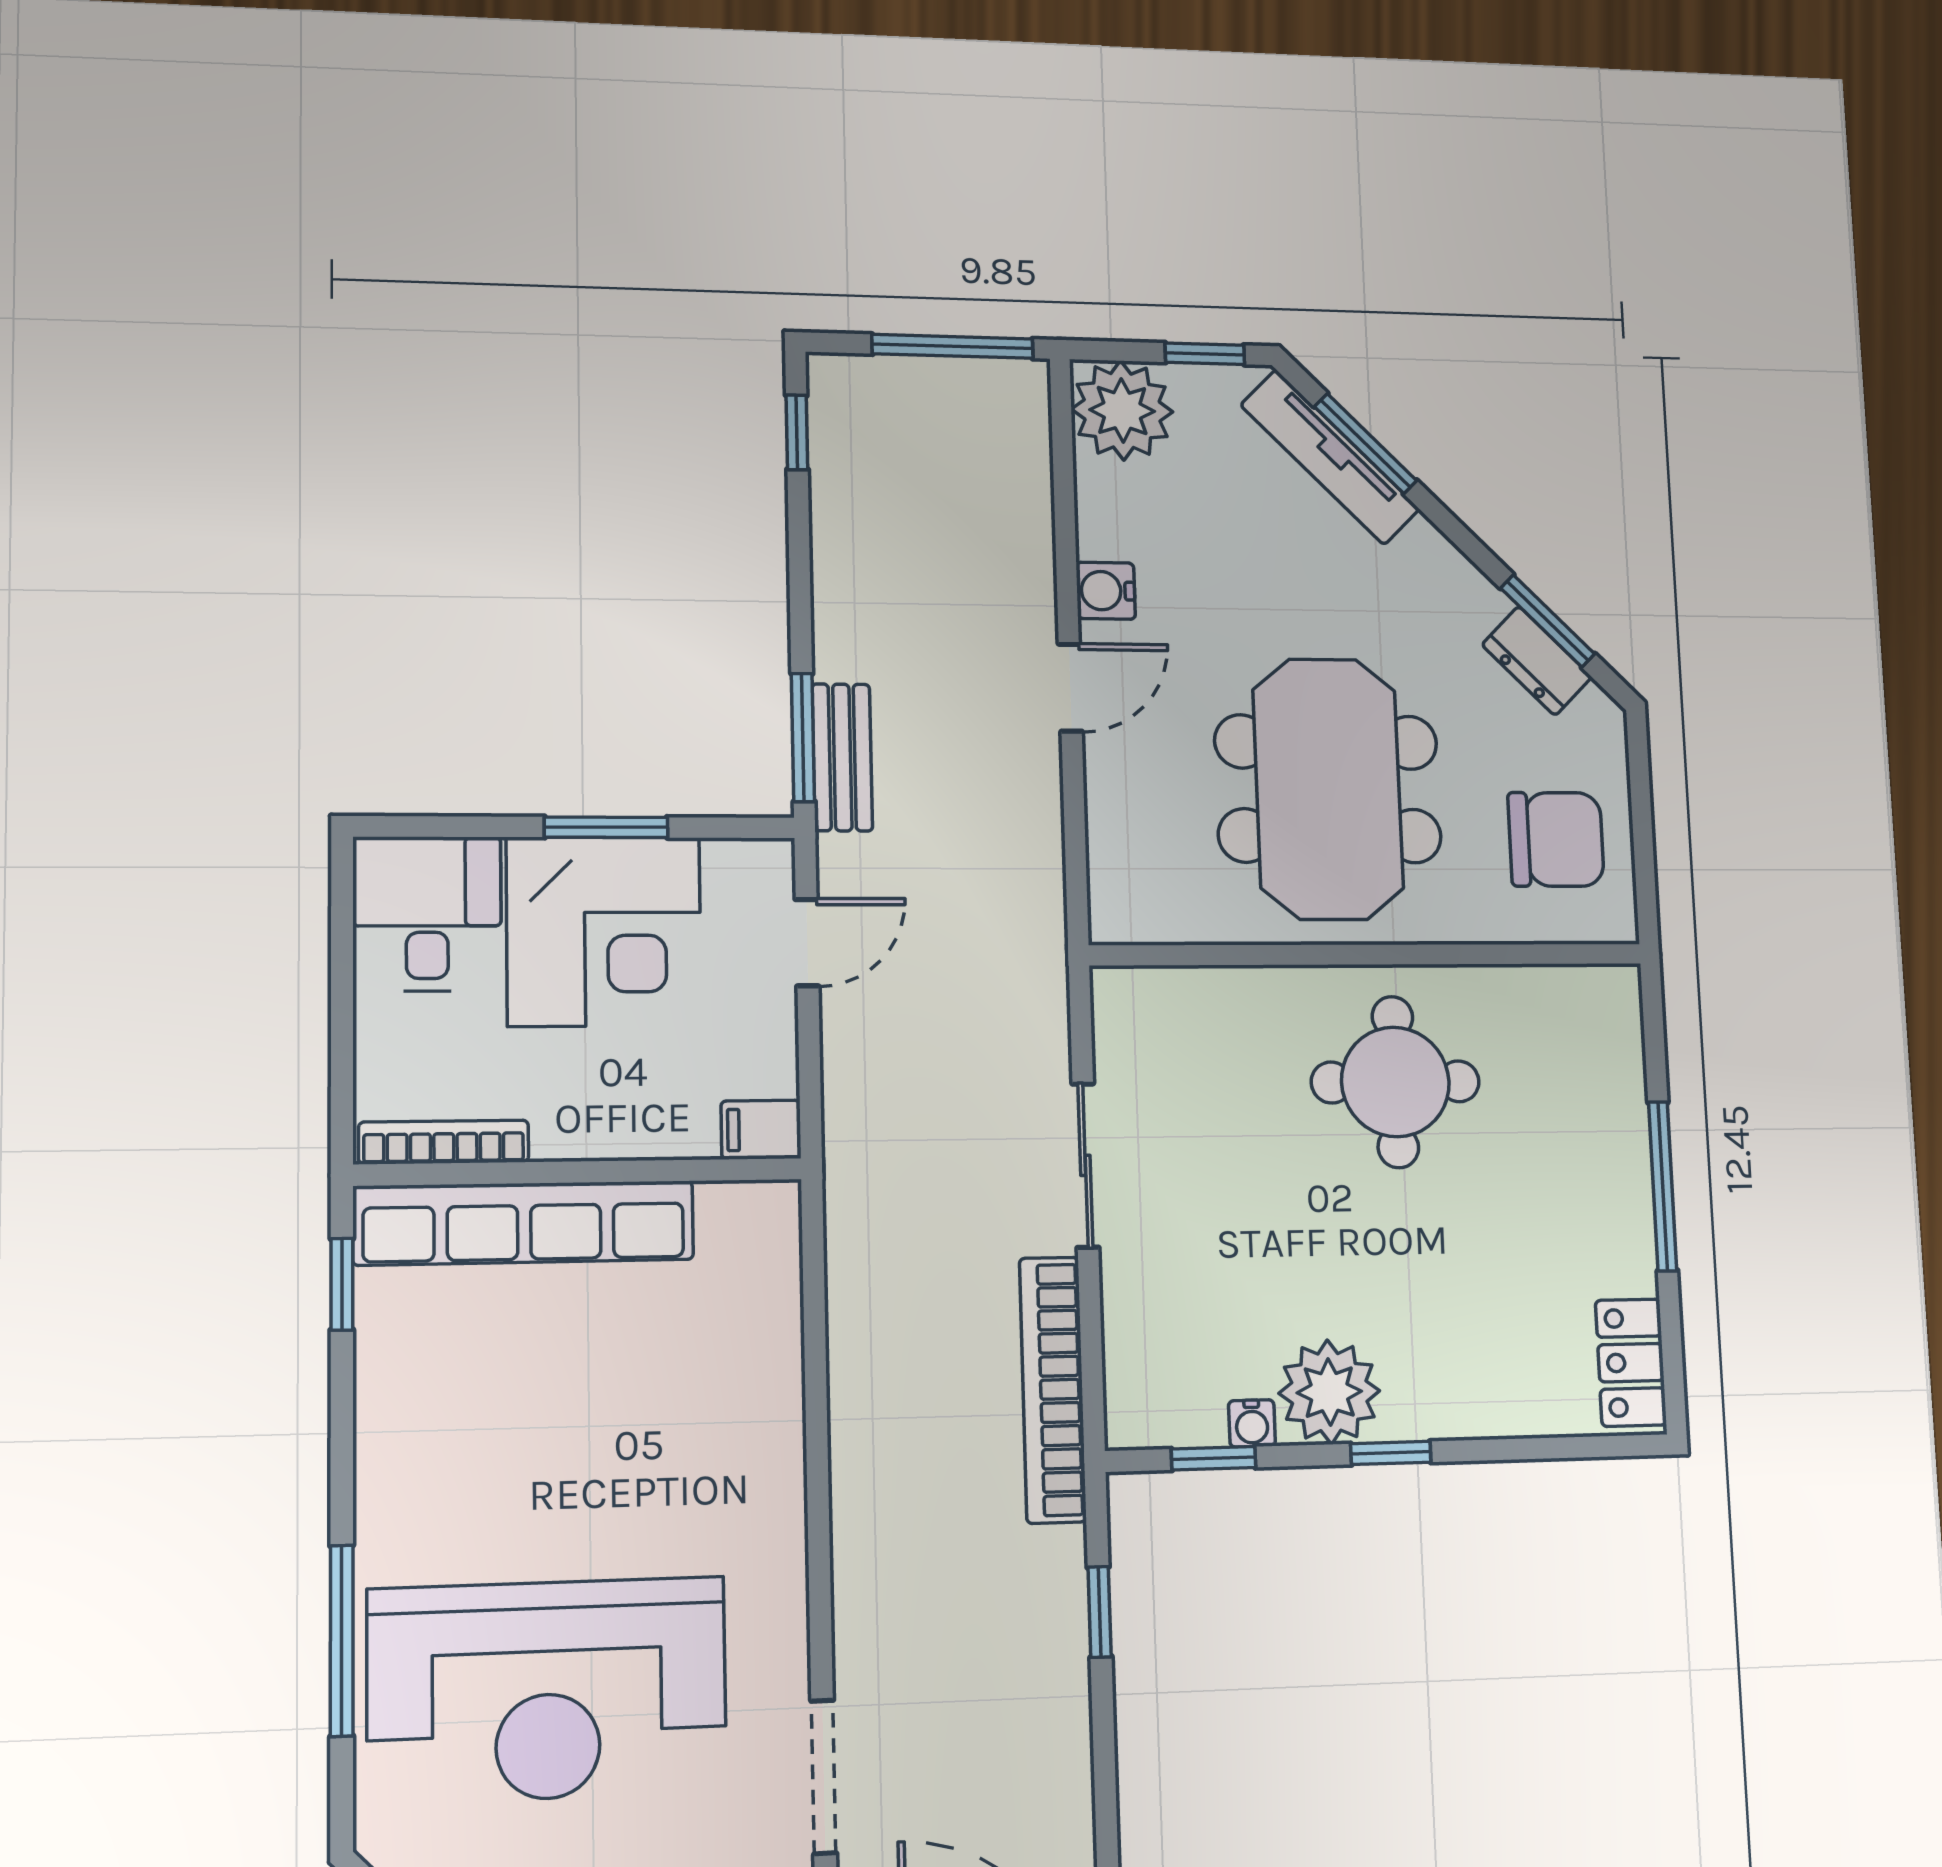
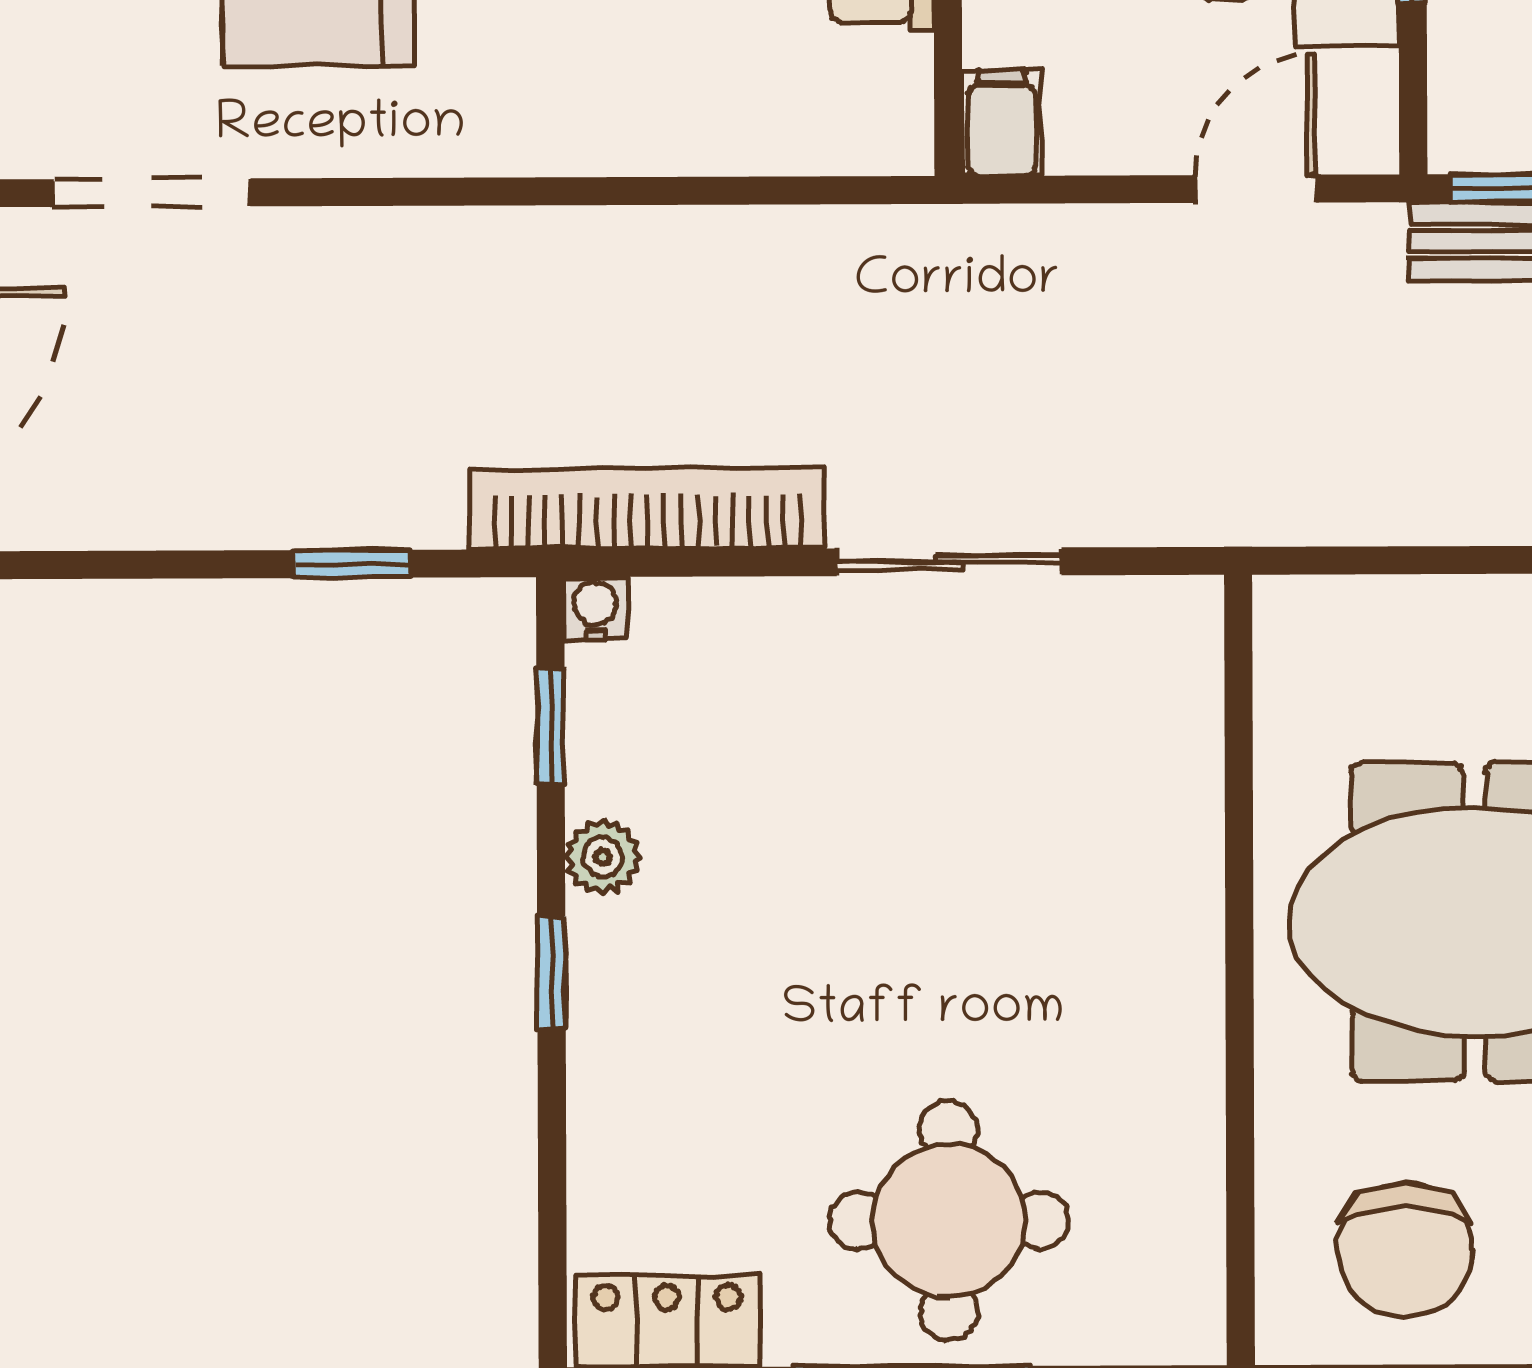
door: (807, 943) -> (1255, 189), swing flipped
round table: (1395, 1082) -> (949, 1221), moved
plant: (1329, 1392) -> (603, 857), width x0.53, depth x0.53
water cooler: (1252, 1423) -> (595, 608), moved, turned 90

